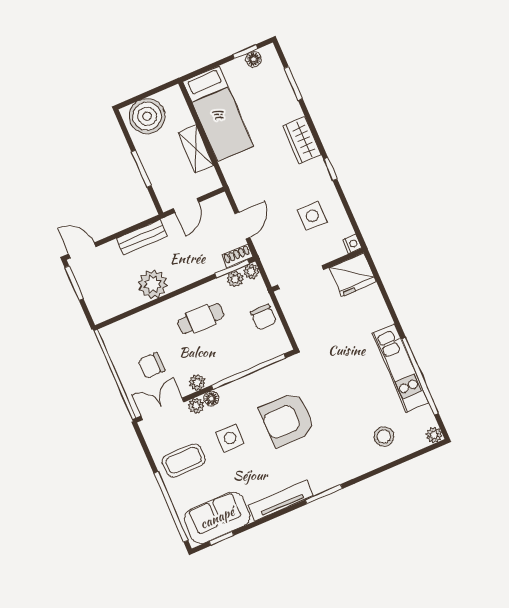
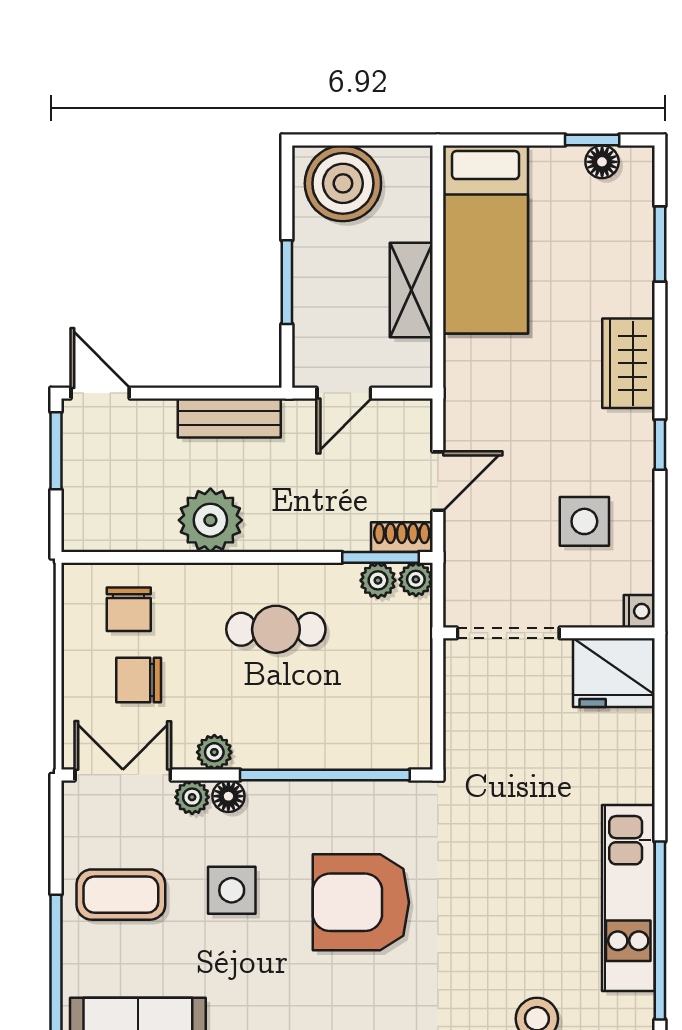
chair: (263, 317) -> (129, 609), moved

